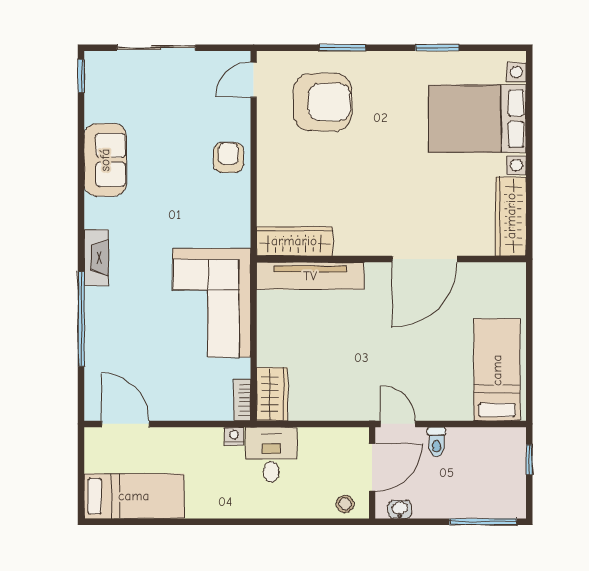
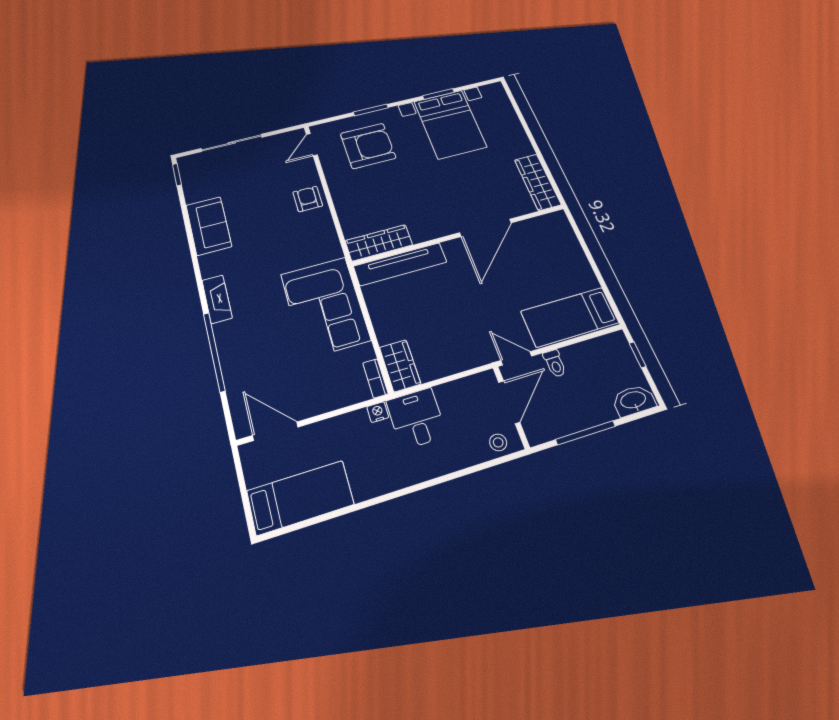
bed with nightstands: (477, 119) -> (450, 124), moved, turned -90
bed: (497, 370) -> (570, 317), moved, turned -90
washbasin: (400, 509) -> (633, 400), moved, width x1.91, depth x1.45
window: (483, 522) -> (586, 433), moved

